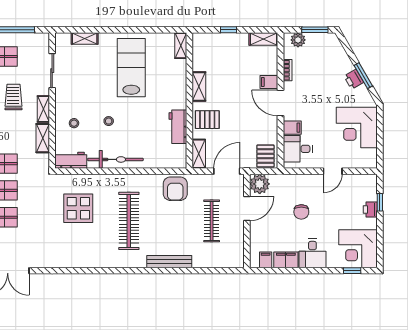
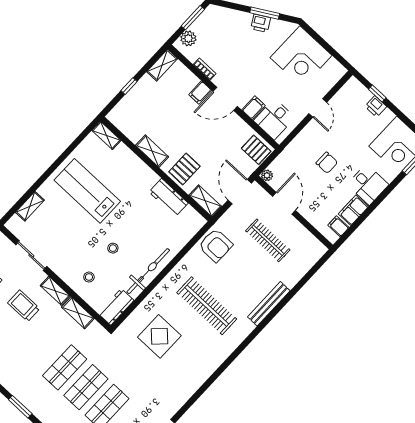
plant: (260, 184) -> (267, 175), width x0.53, depth x0.53

